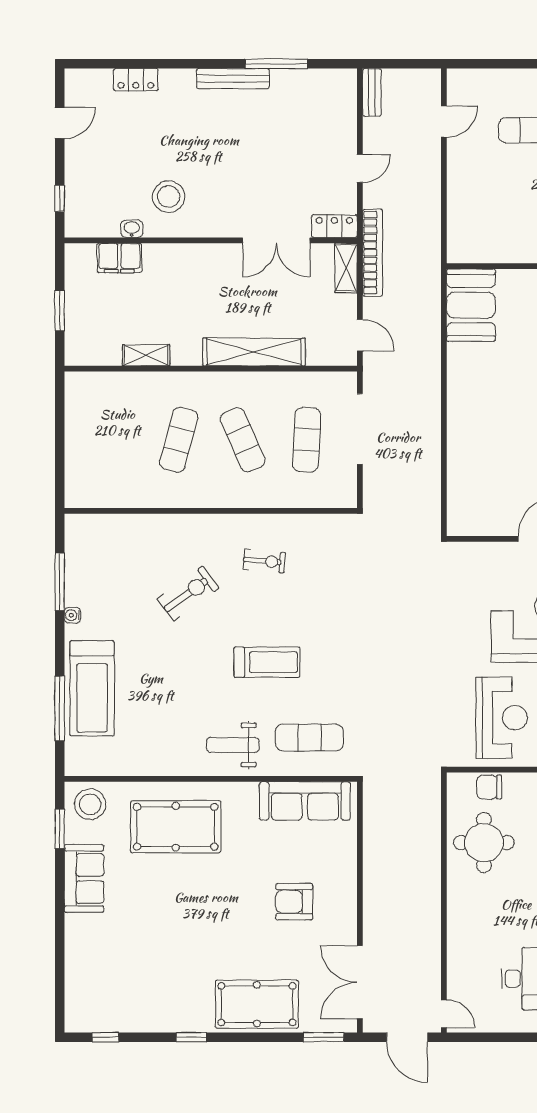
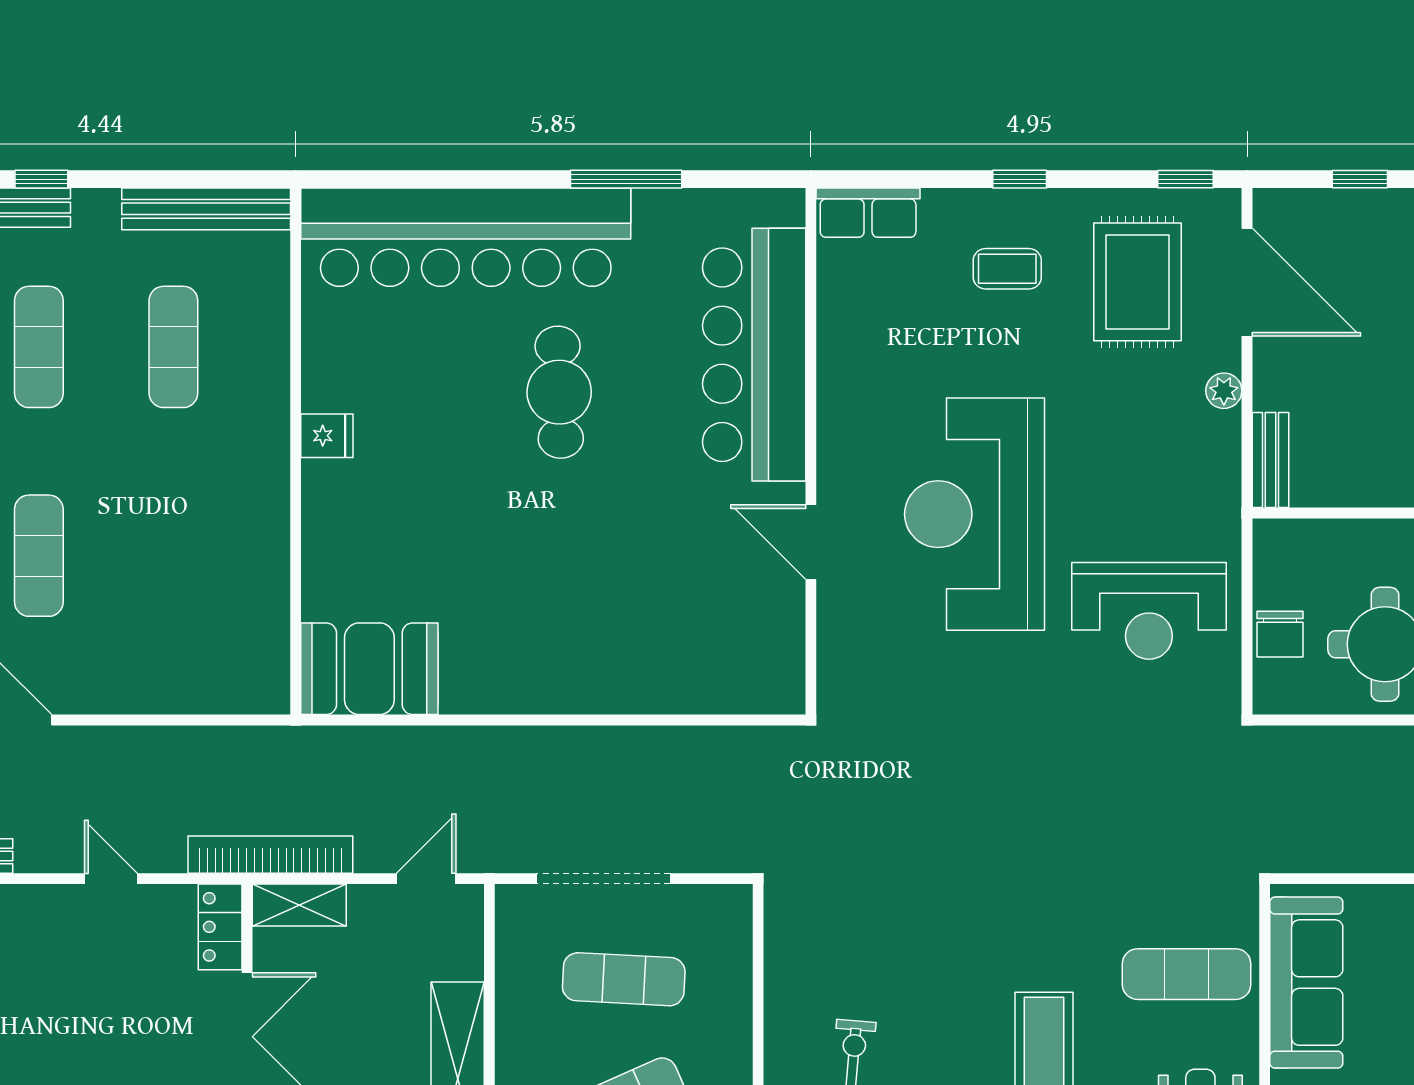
reception desk: (502, 718) -> (1149, 611), turned 180
exercise mat: (309, 738) -> (1187, 974), turned 90

